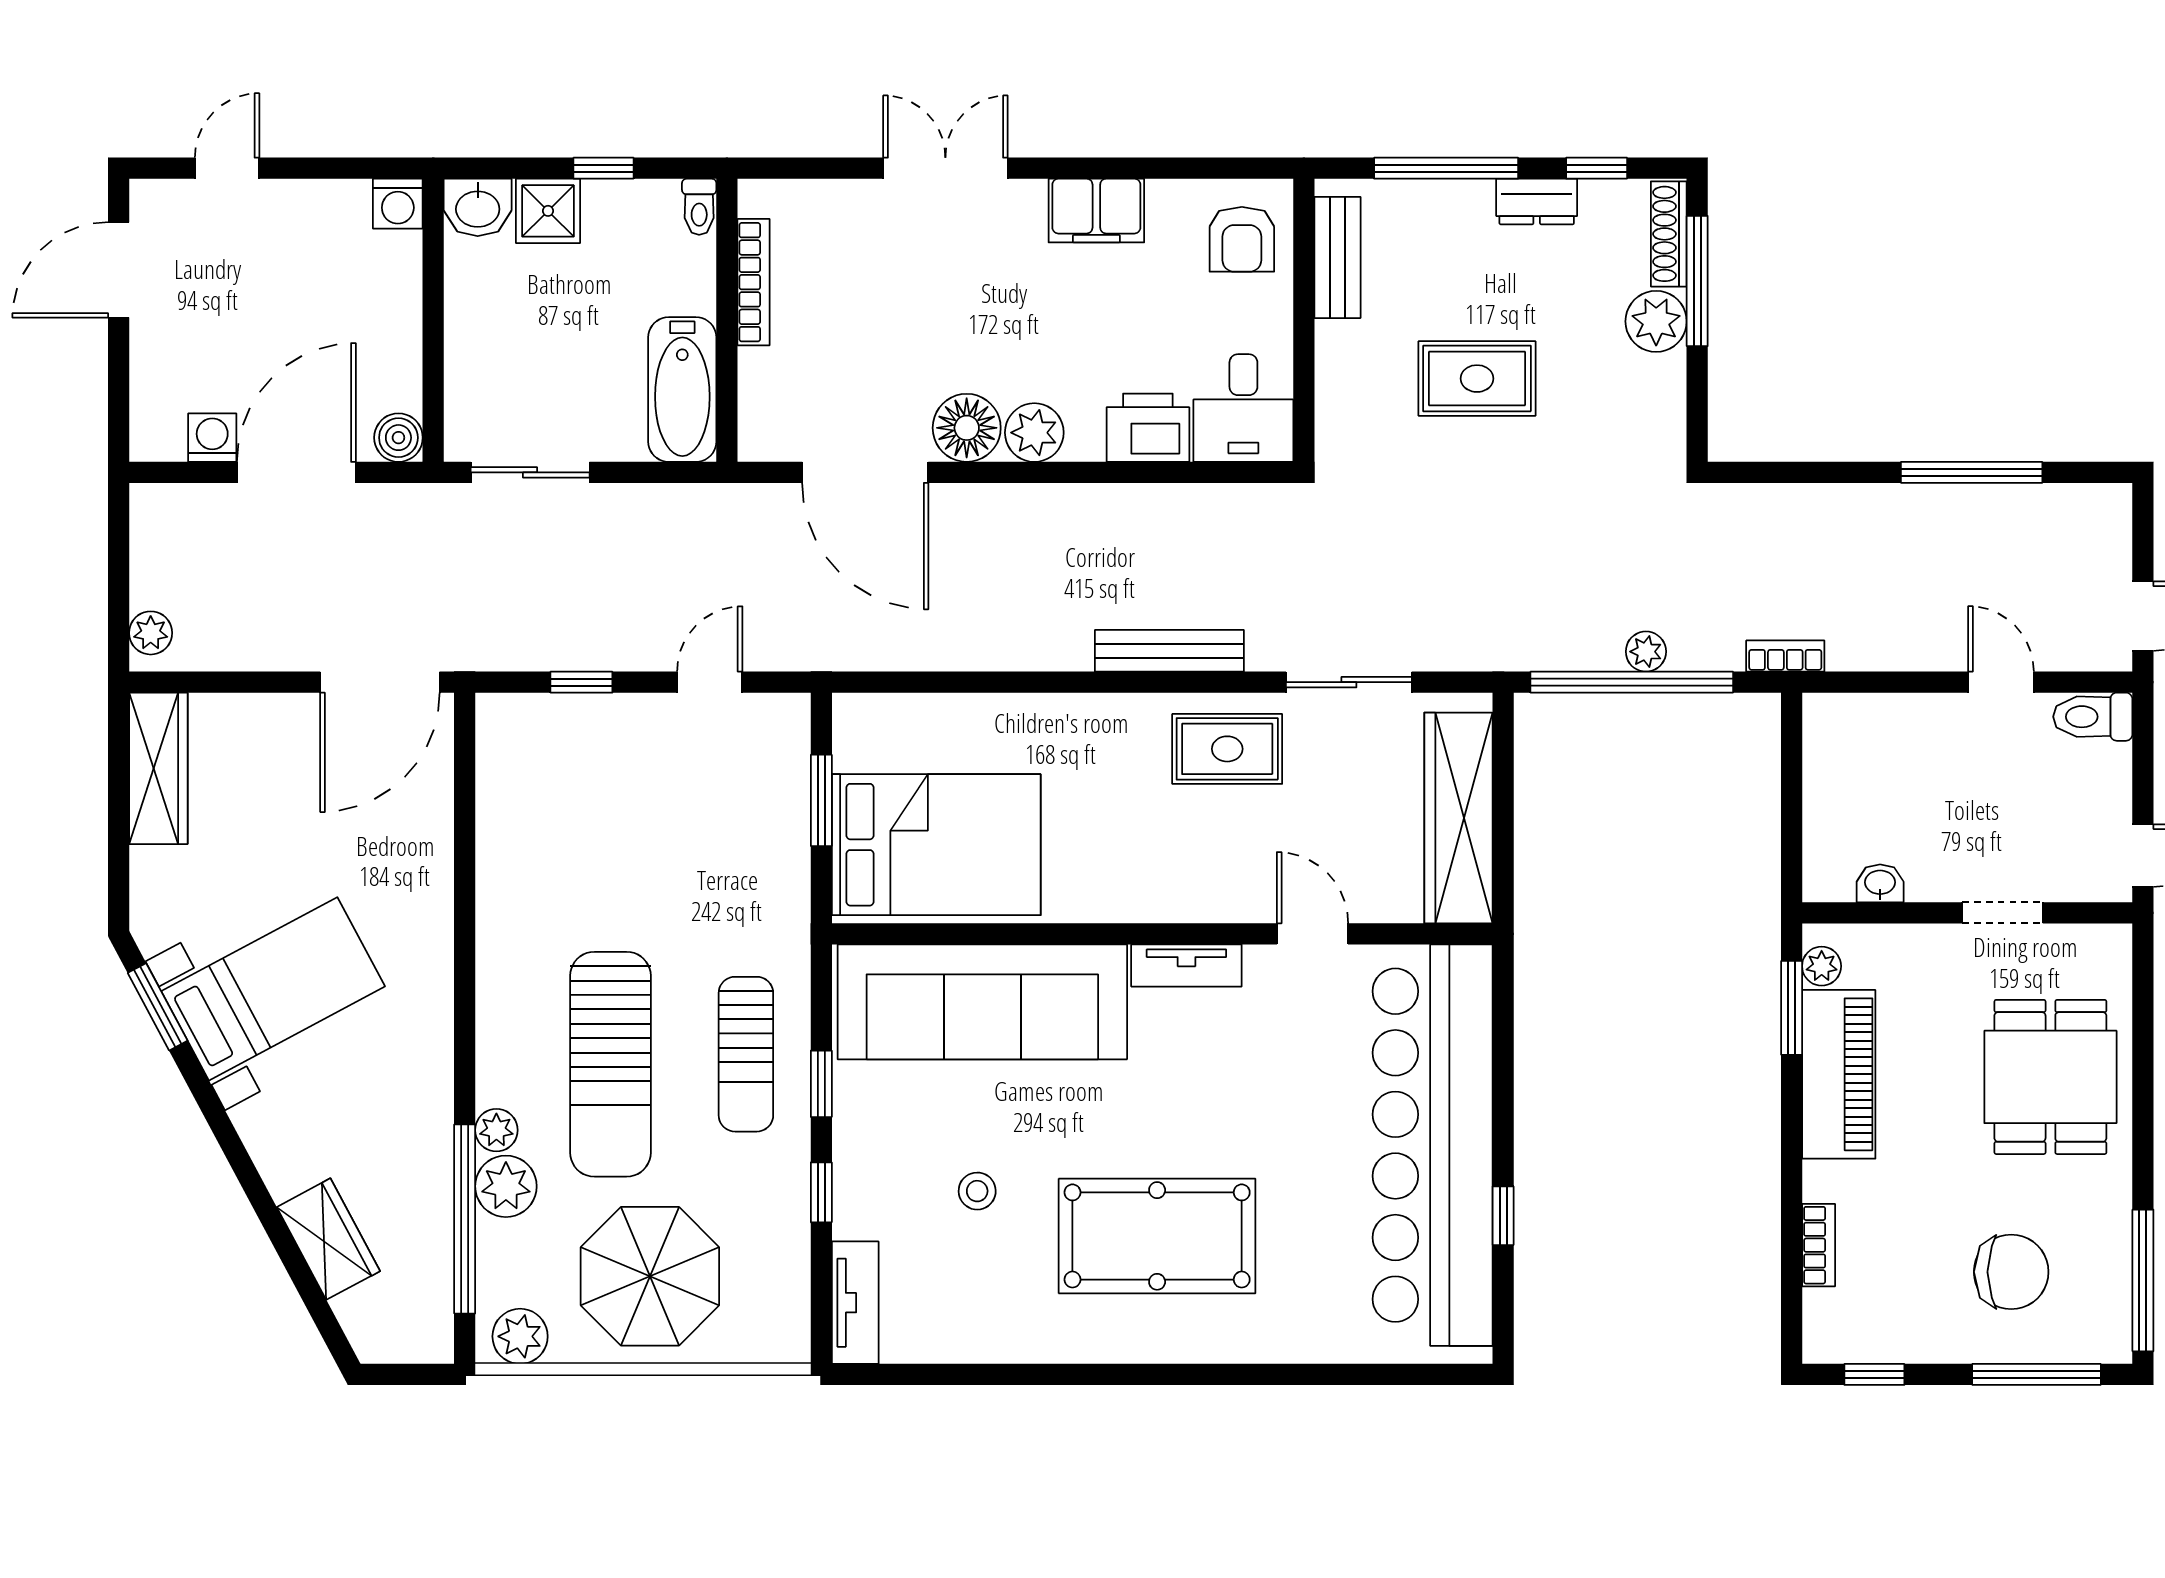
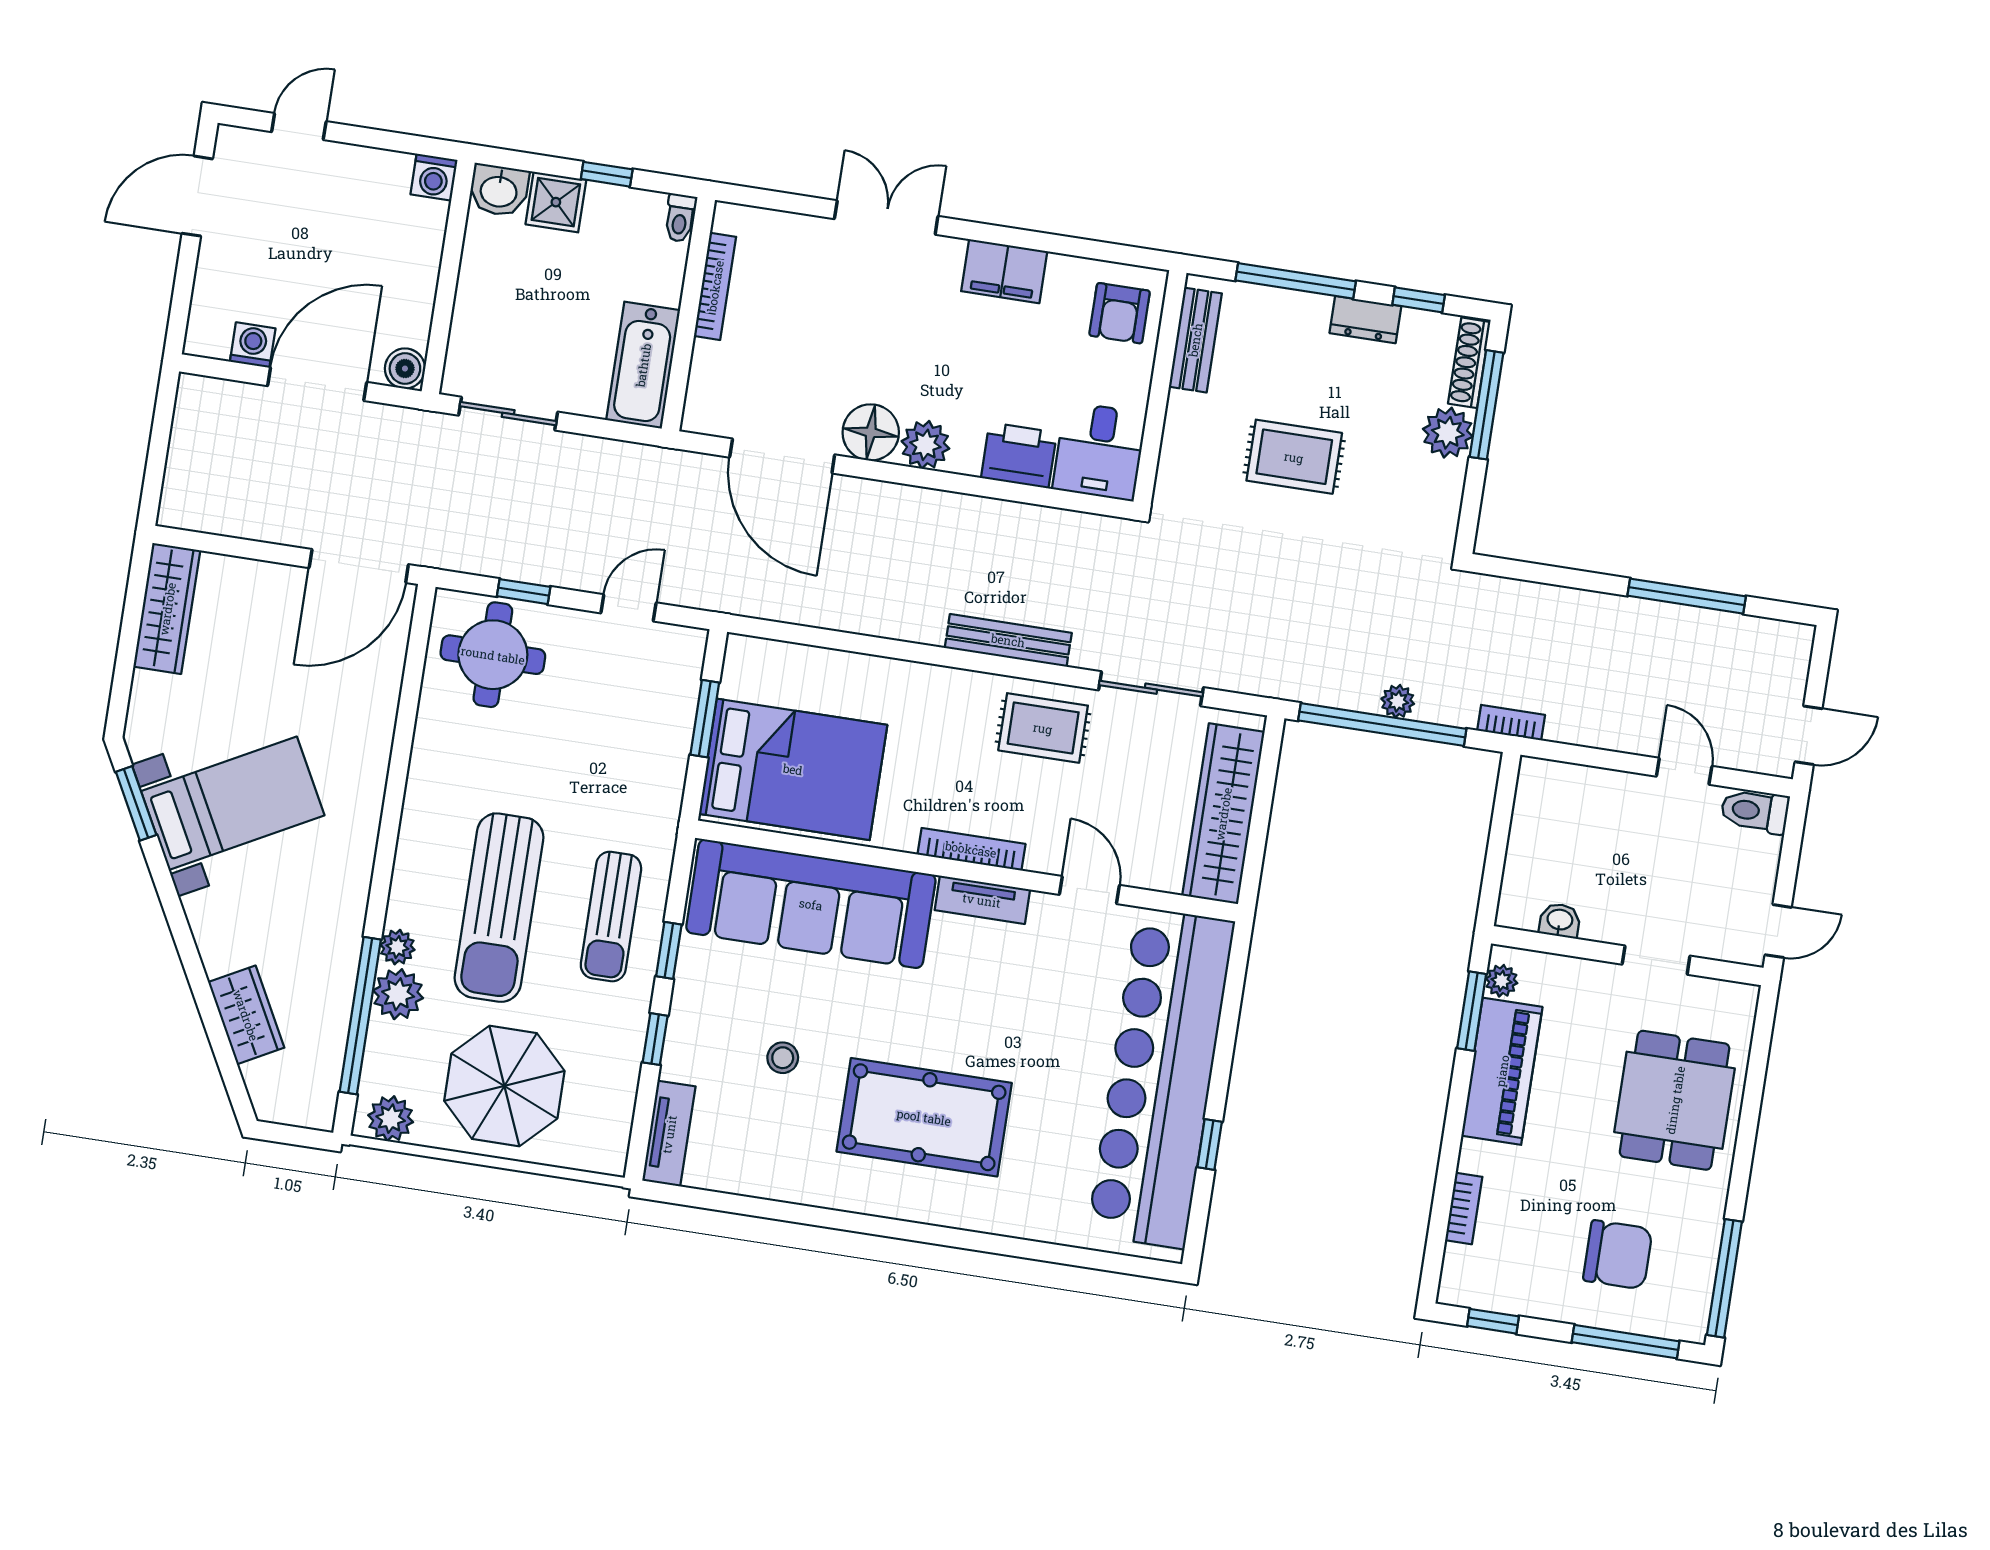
plant: (151, 633) -> (178, 497), removed
round table: (556, 763) -> (493, 655), added
bookcase: (1164, 907) -> (971, 849), added

